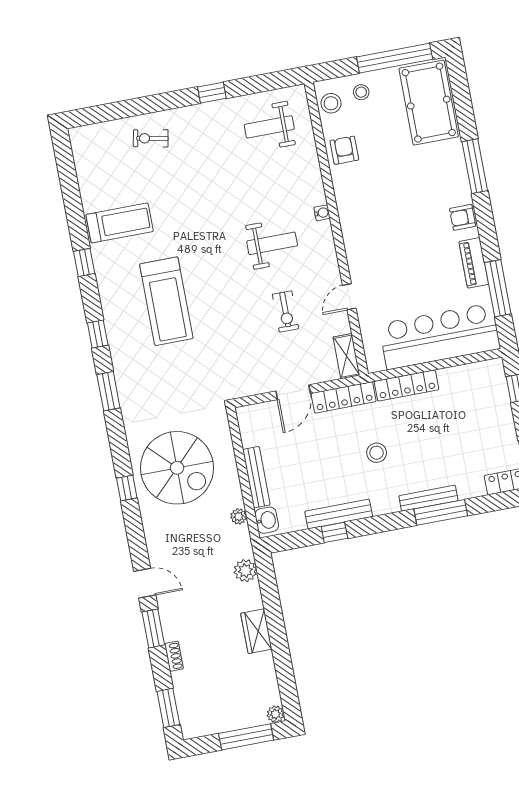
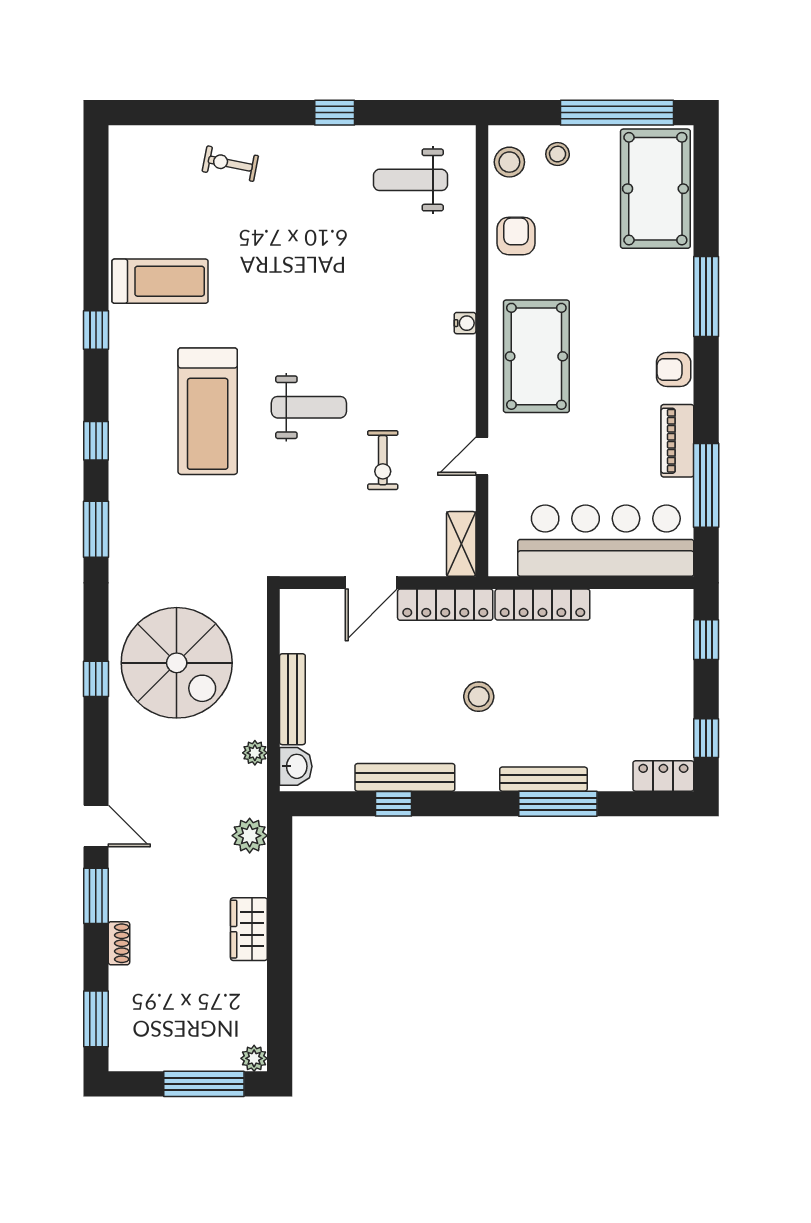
pool table: (372, 226) -> (536, 356), added
weight bench: (272, 243) -> (309, 407), moved

